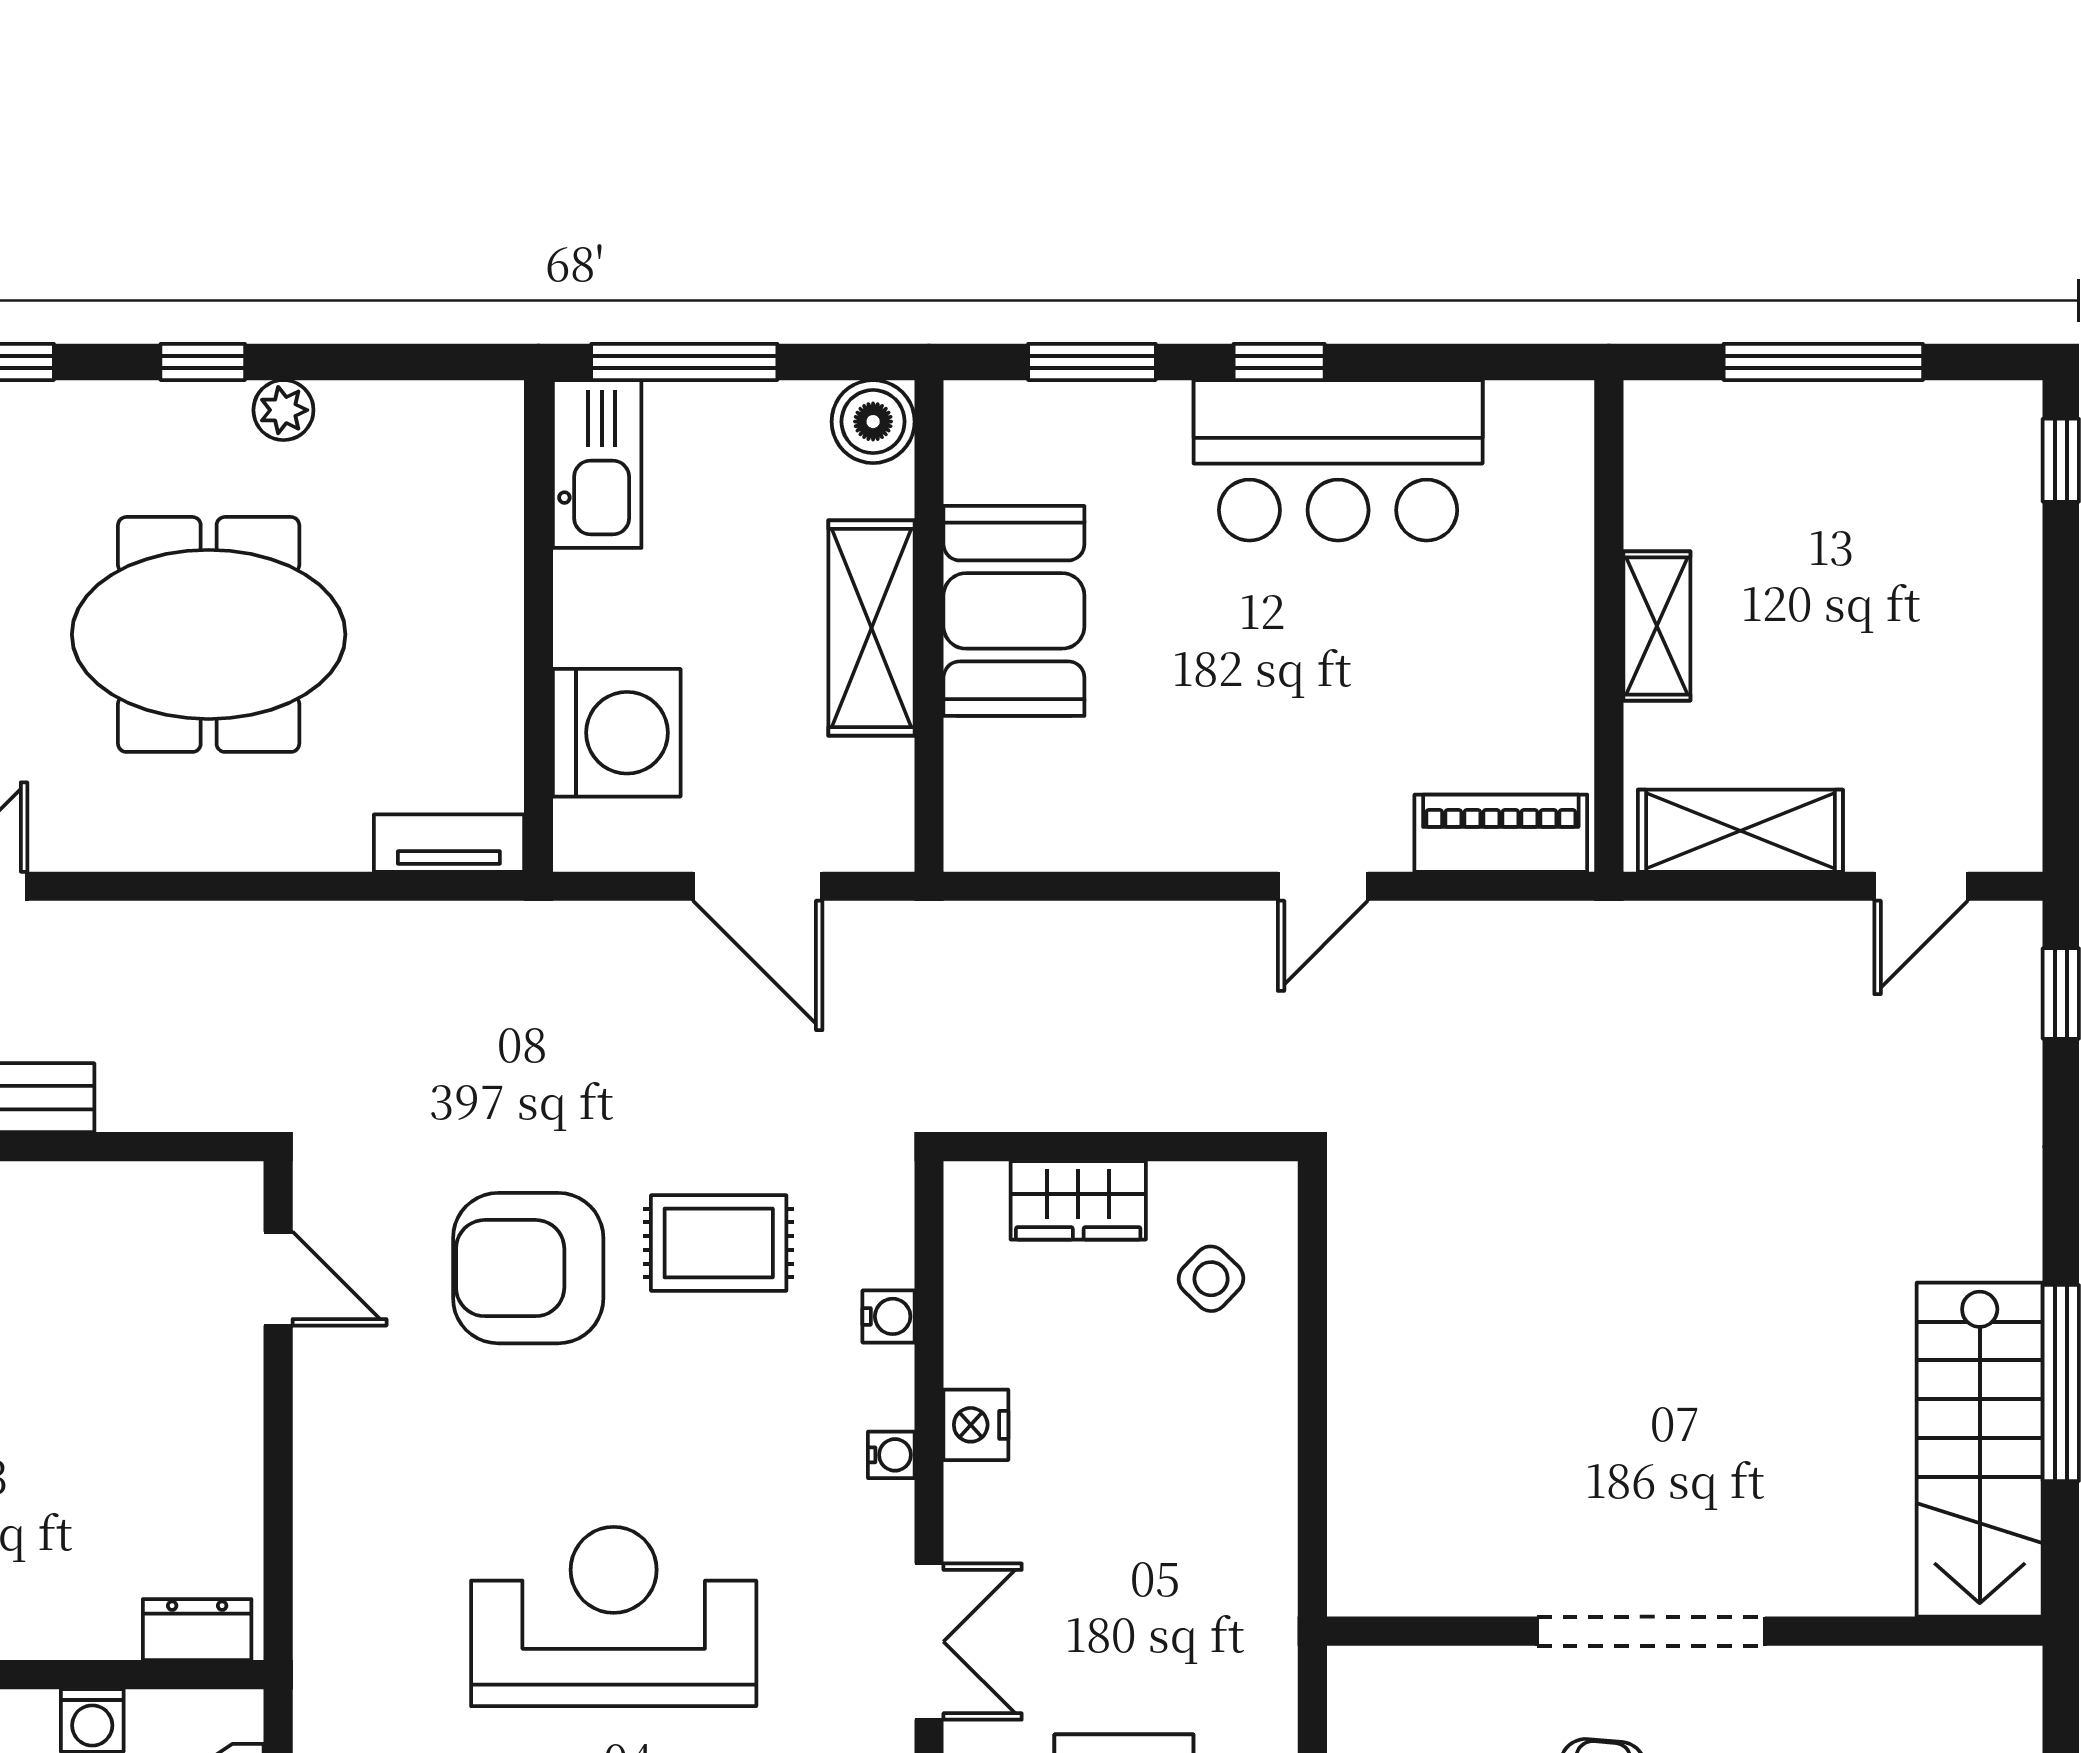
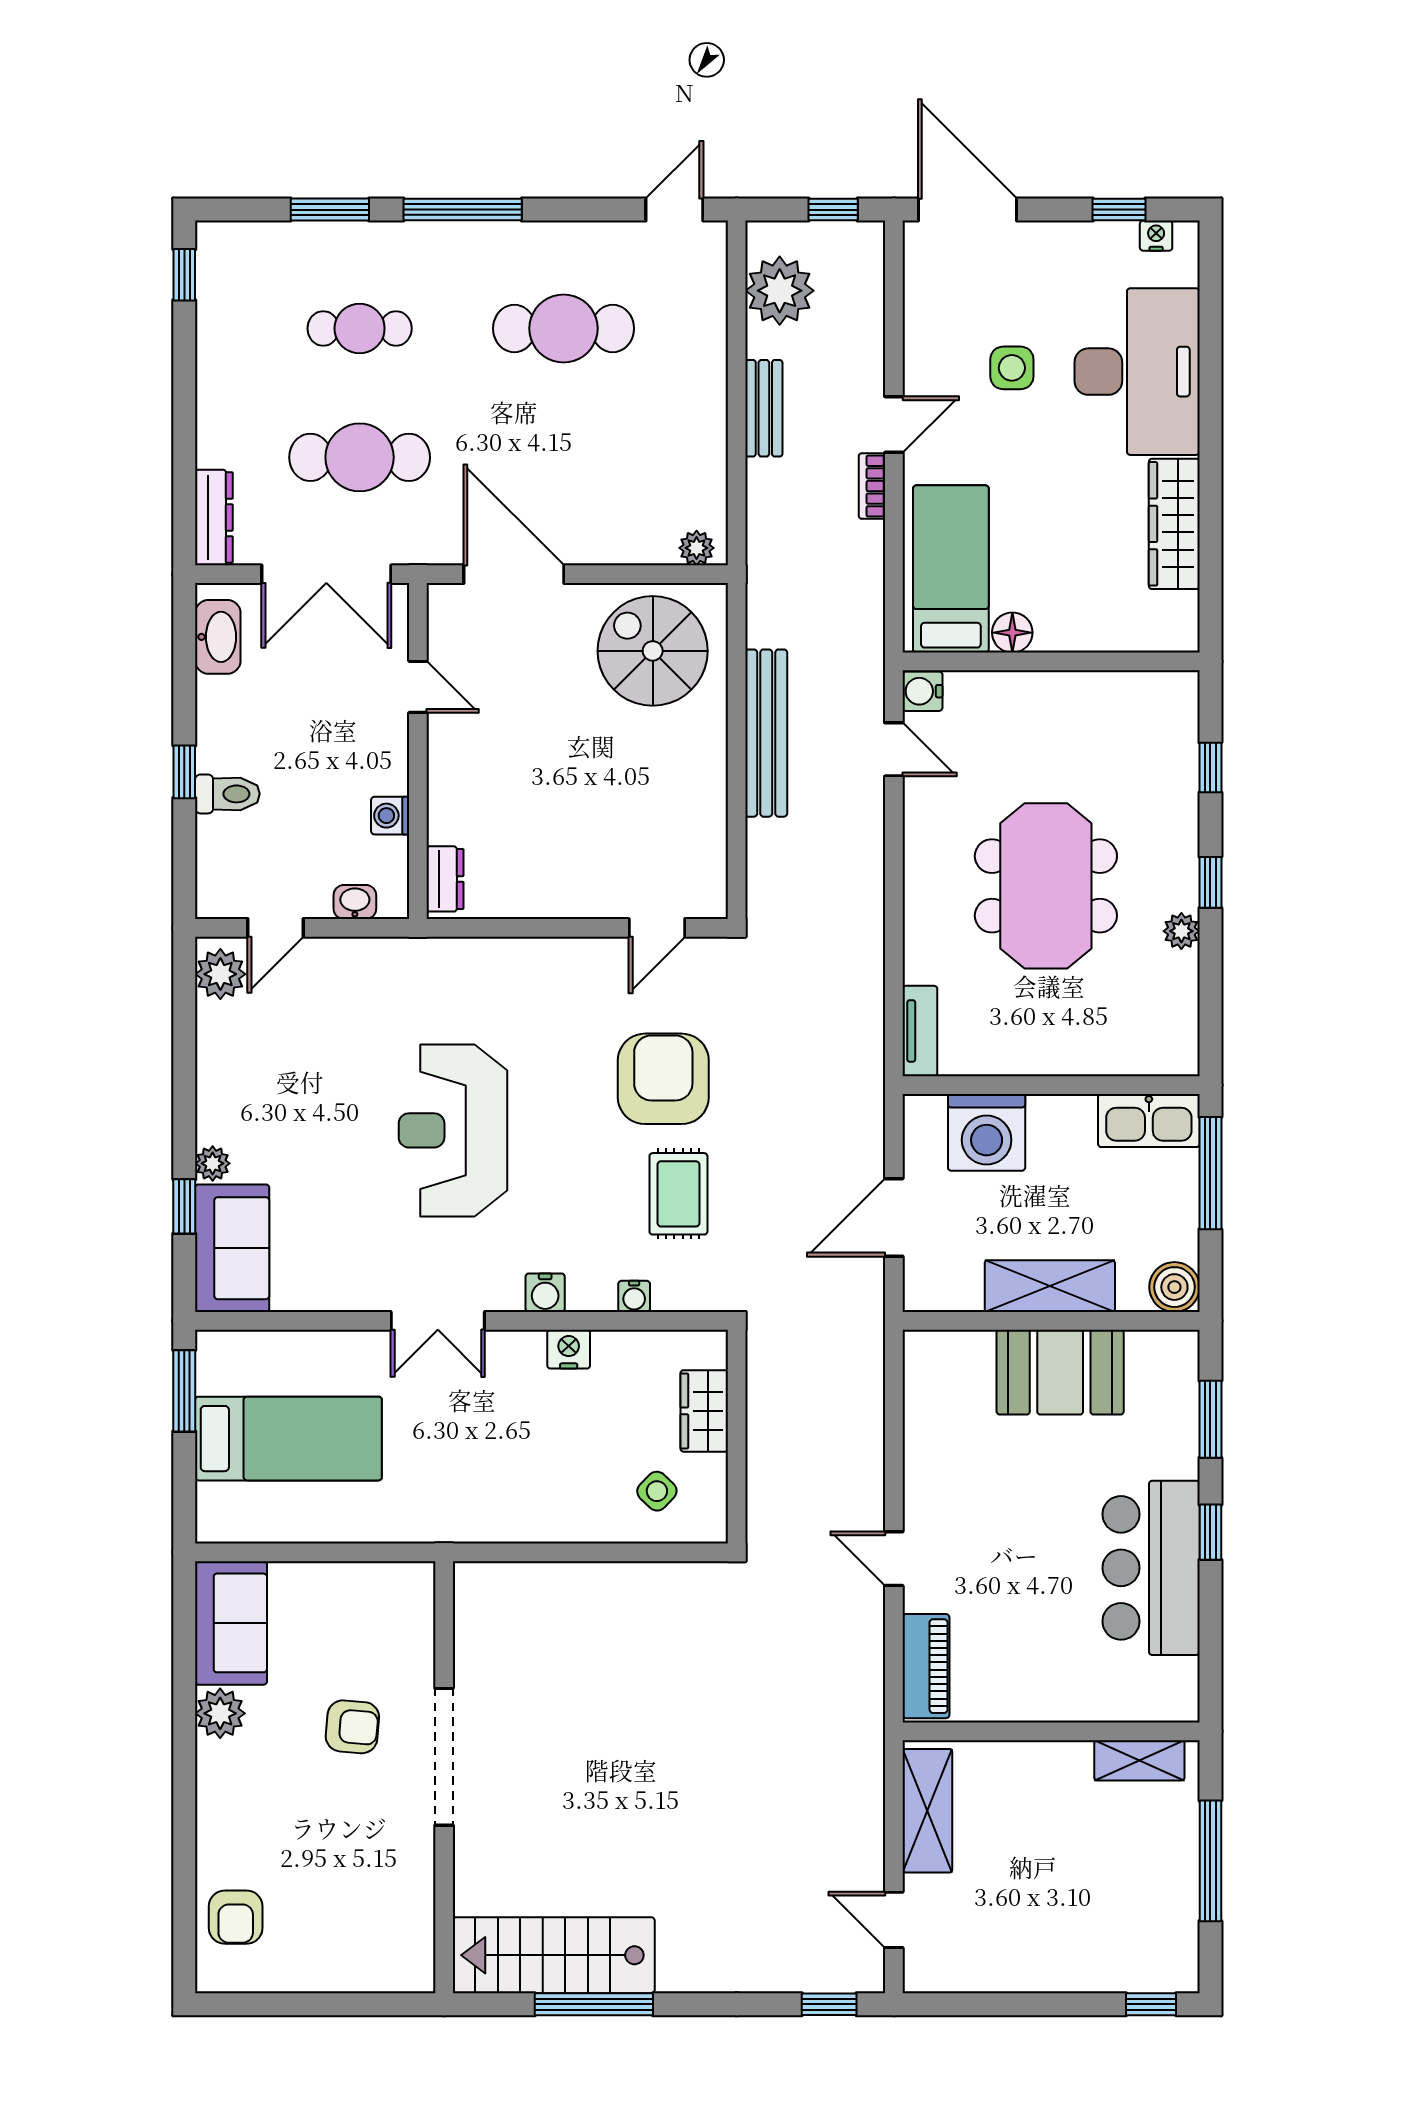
shelving: (1657, 626) -> (1139, 1760), moved
water cooler: (891, 1455) -> (545, 1293), width x1.38, depth x1.38
reception desk: (614, 1616) -> (453, 1130), turned 180

